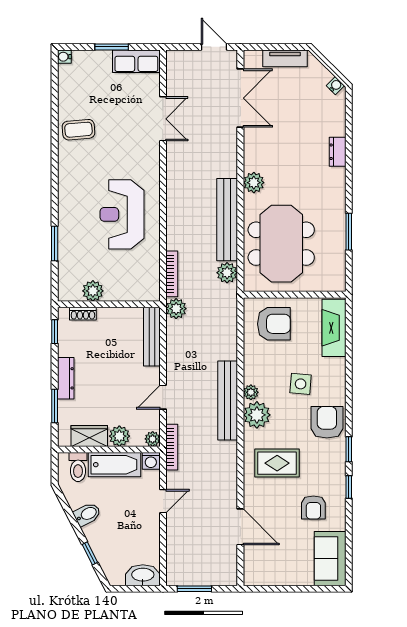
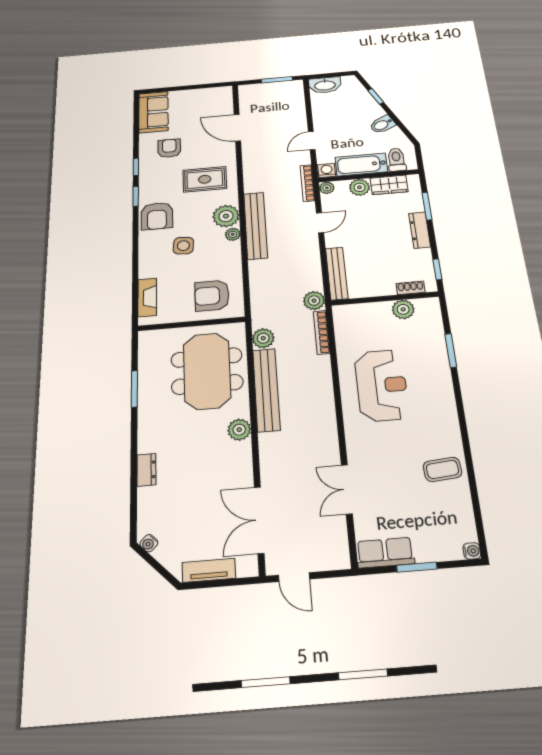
fireplace: (334, 328) -> (147, 297), width x0.73, depth x0.76

